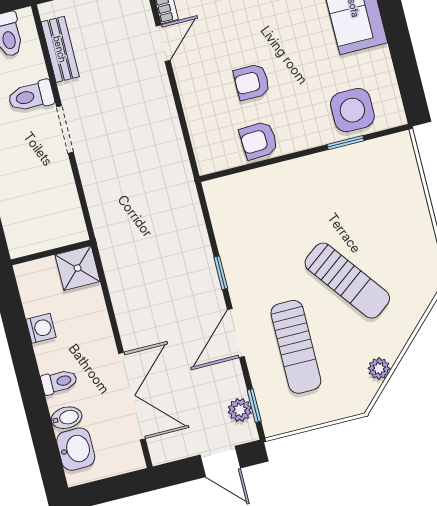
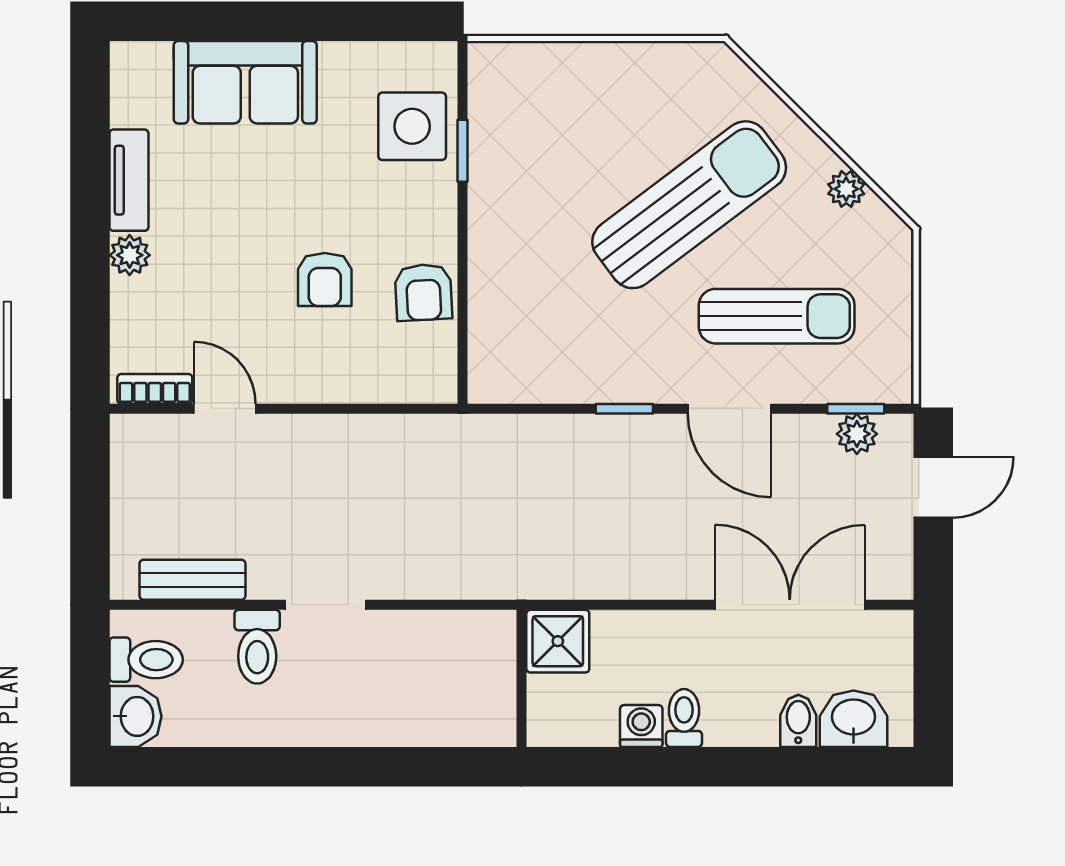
sun lounger: (347, 281) -> (689, 205), width x1.36, depth x1.34
toilet: (59, 382) -> (684, 718), moved

